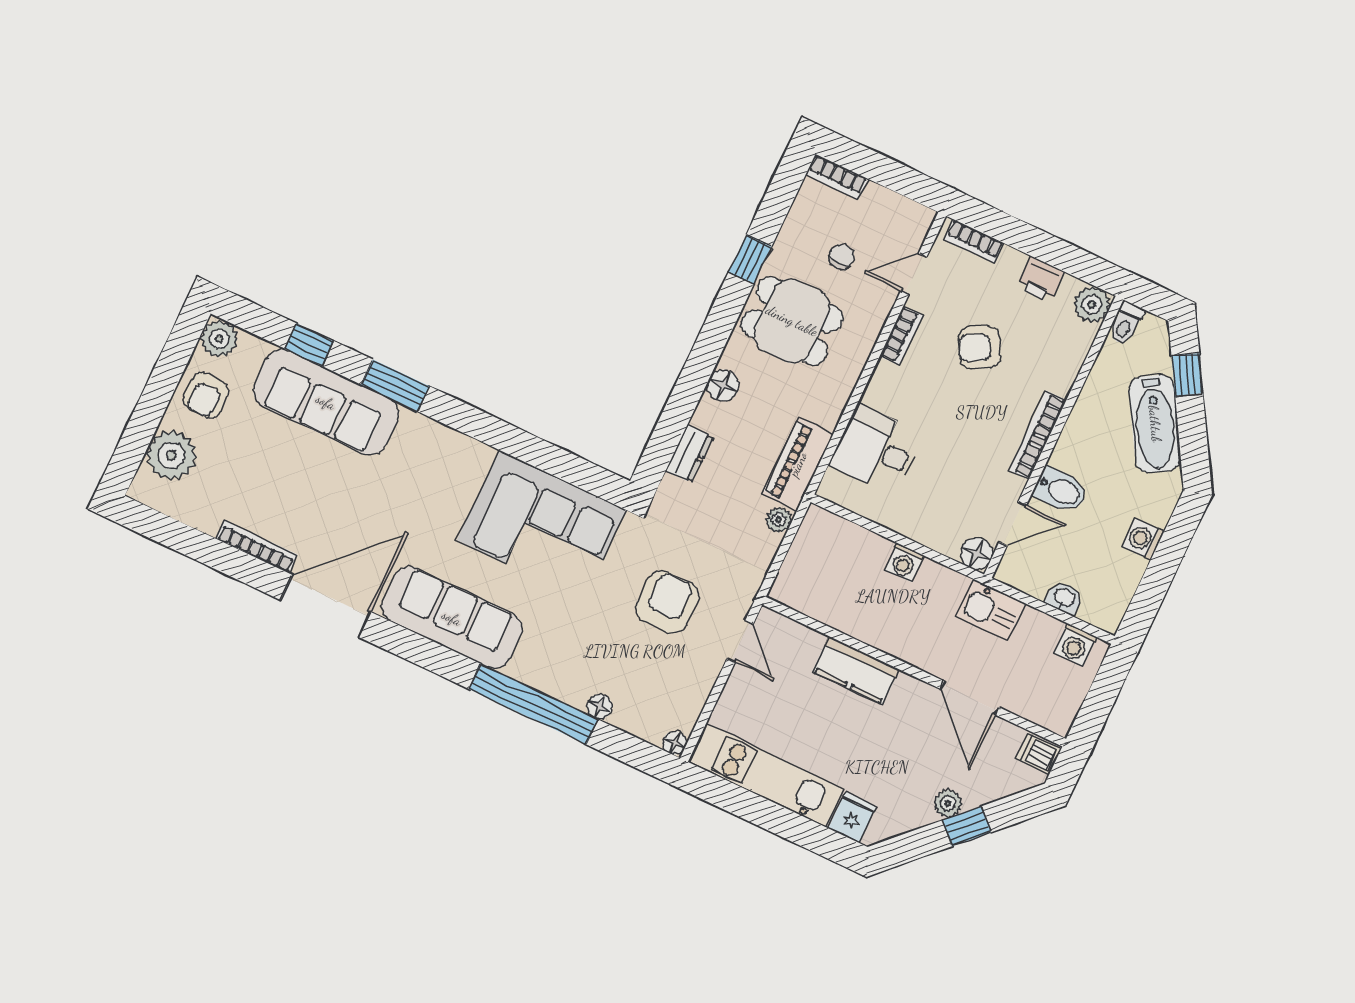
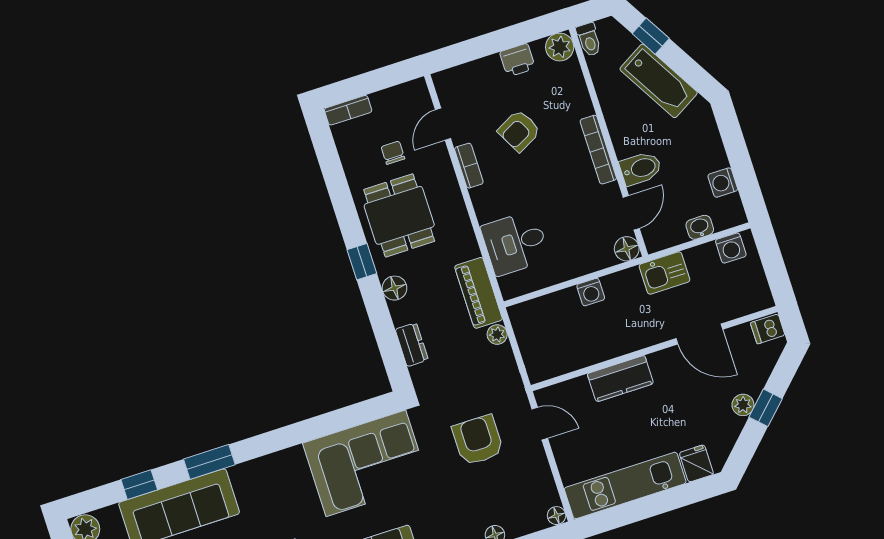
bookcase: (974, 241) -> (460, 74), removed
window: (750, 259) -> (362, 262), moved
dining table: (792, 321) -> (399, 215), turned 90
washing machine: (1143, 539) -> (723, 183), moved

